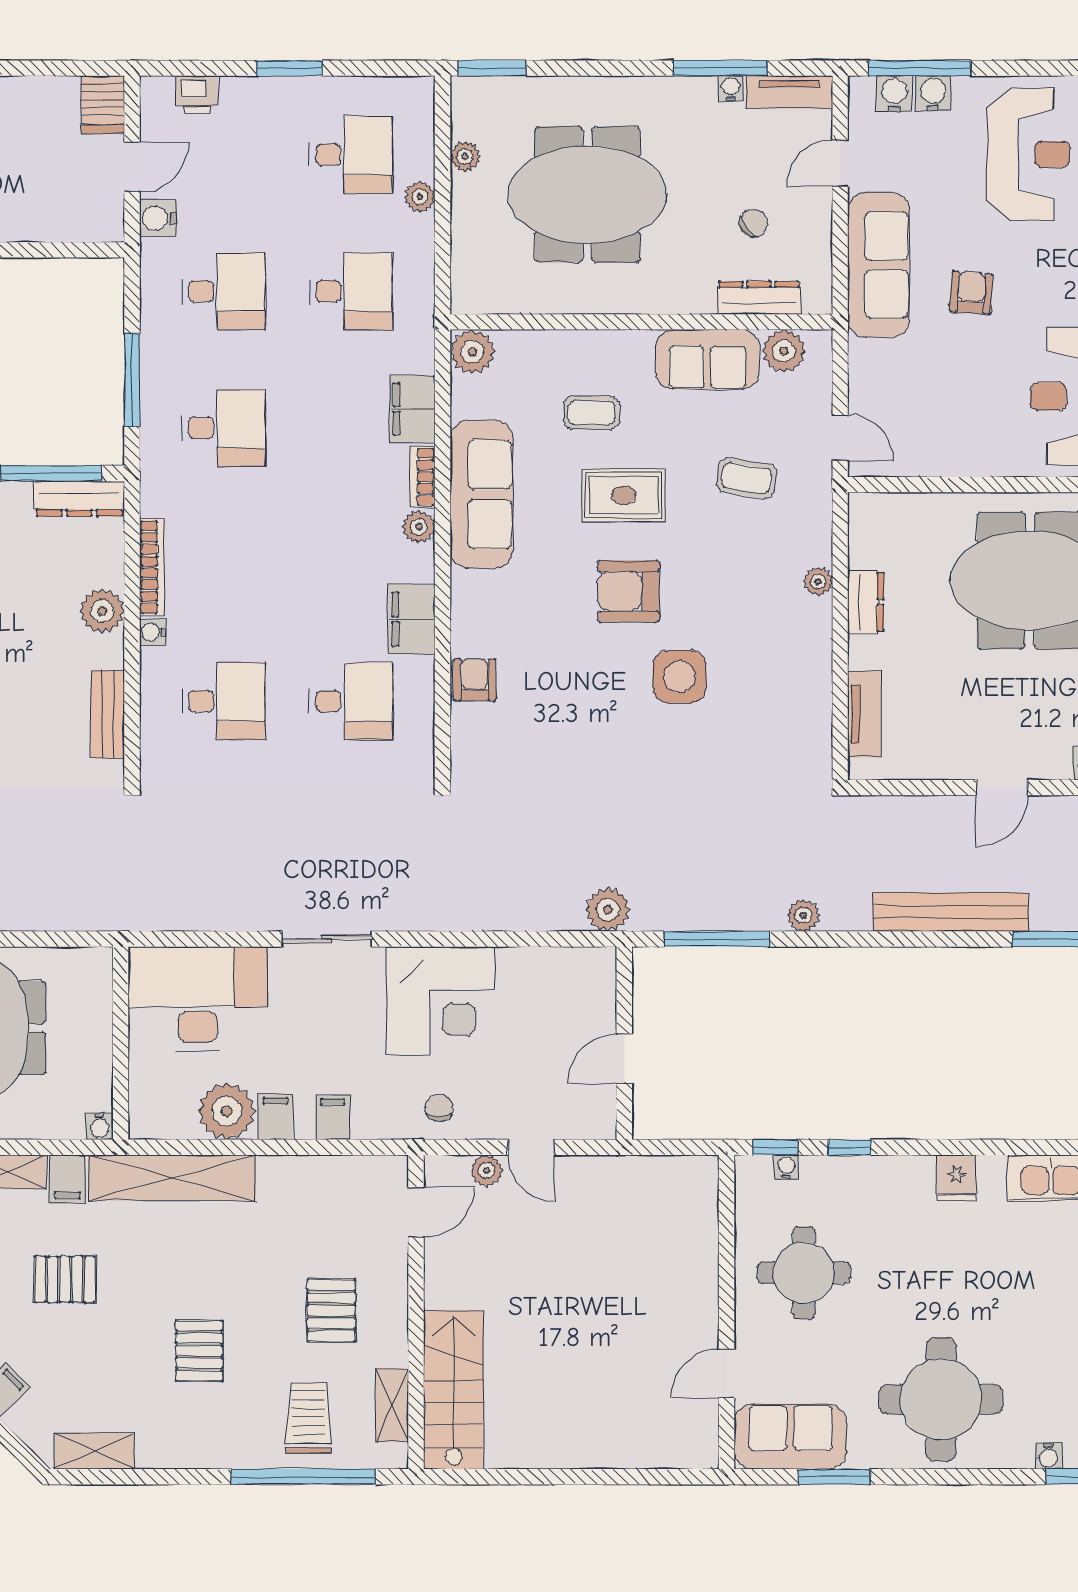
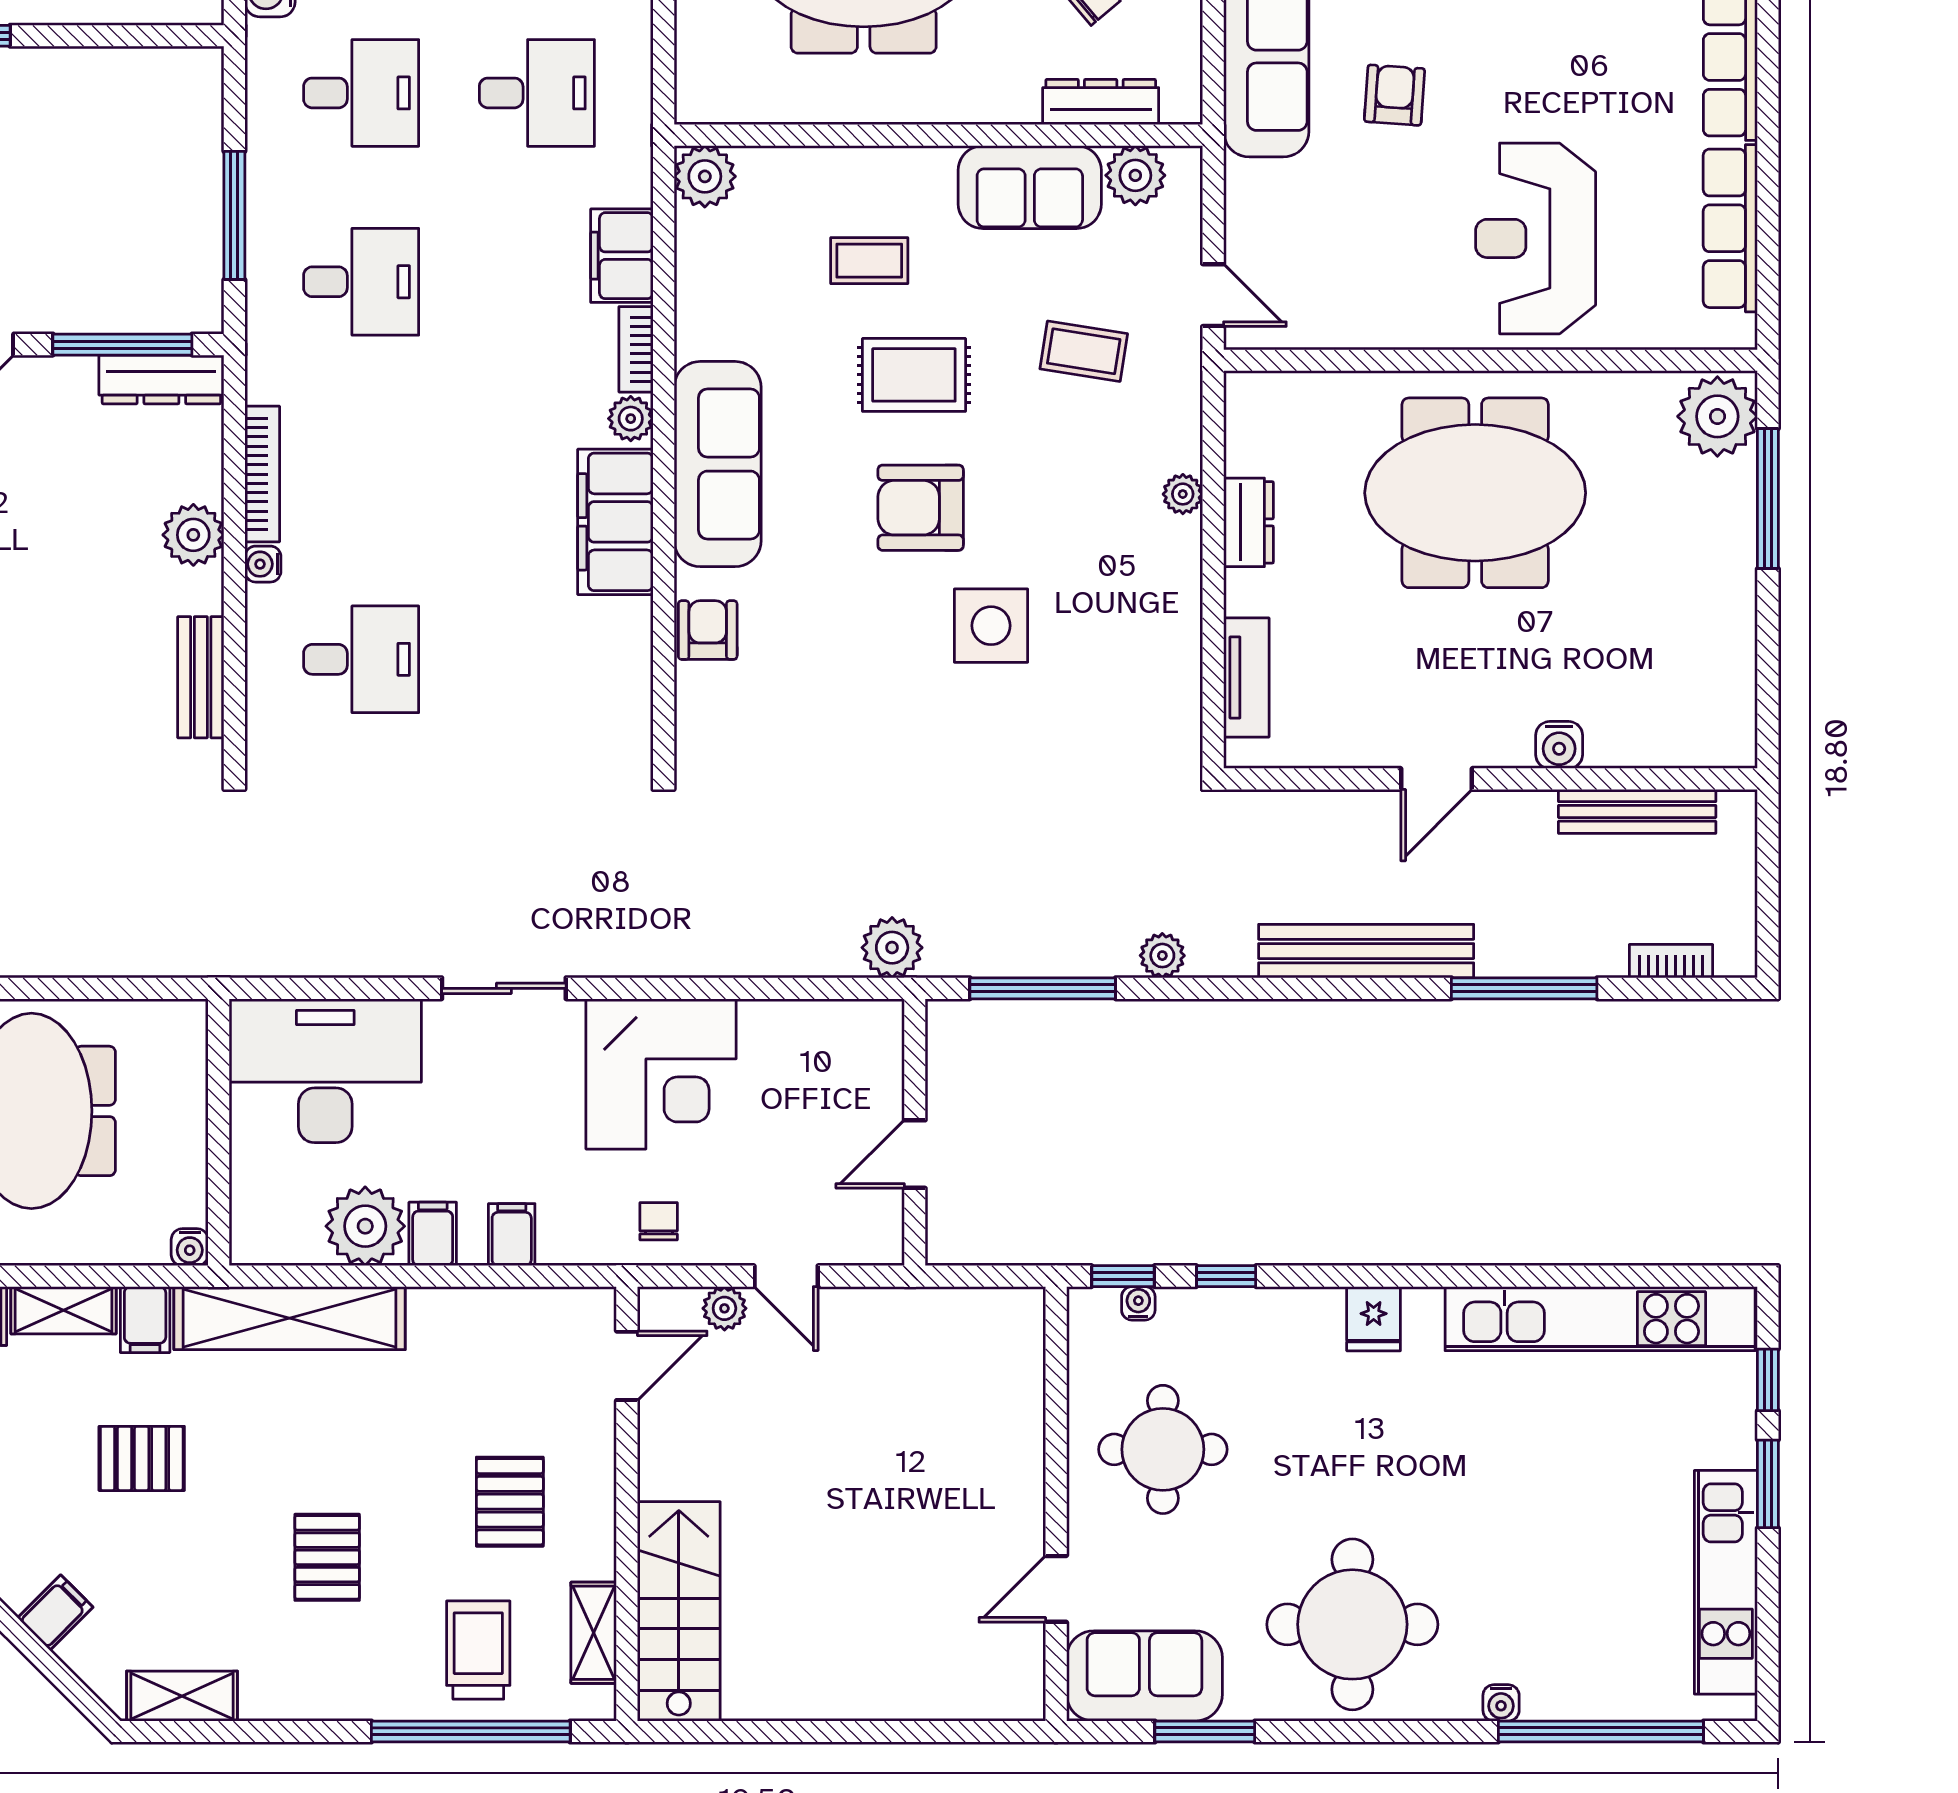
sofa: (482, 494) -> (718, 464), moved
filing cabinet: (412, 619) -> (615, 522), width x1.50, depth x1.17
desk: (351, 701) -> (537, 659), removed

